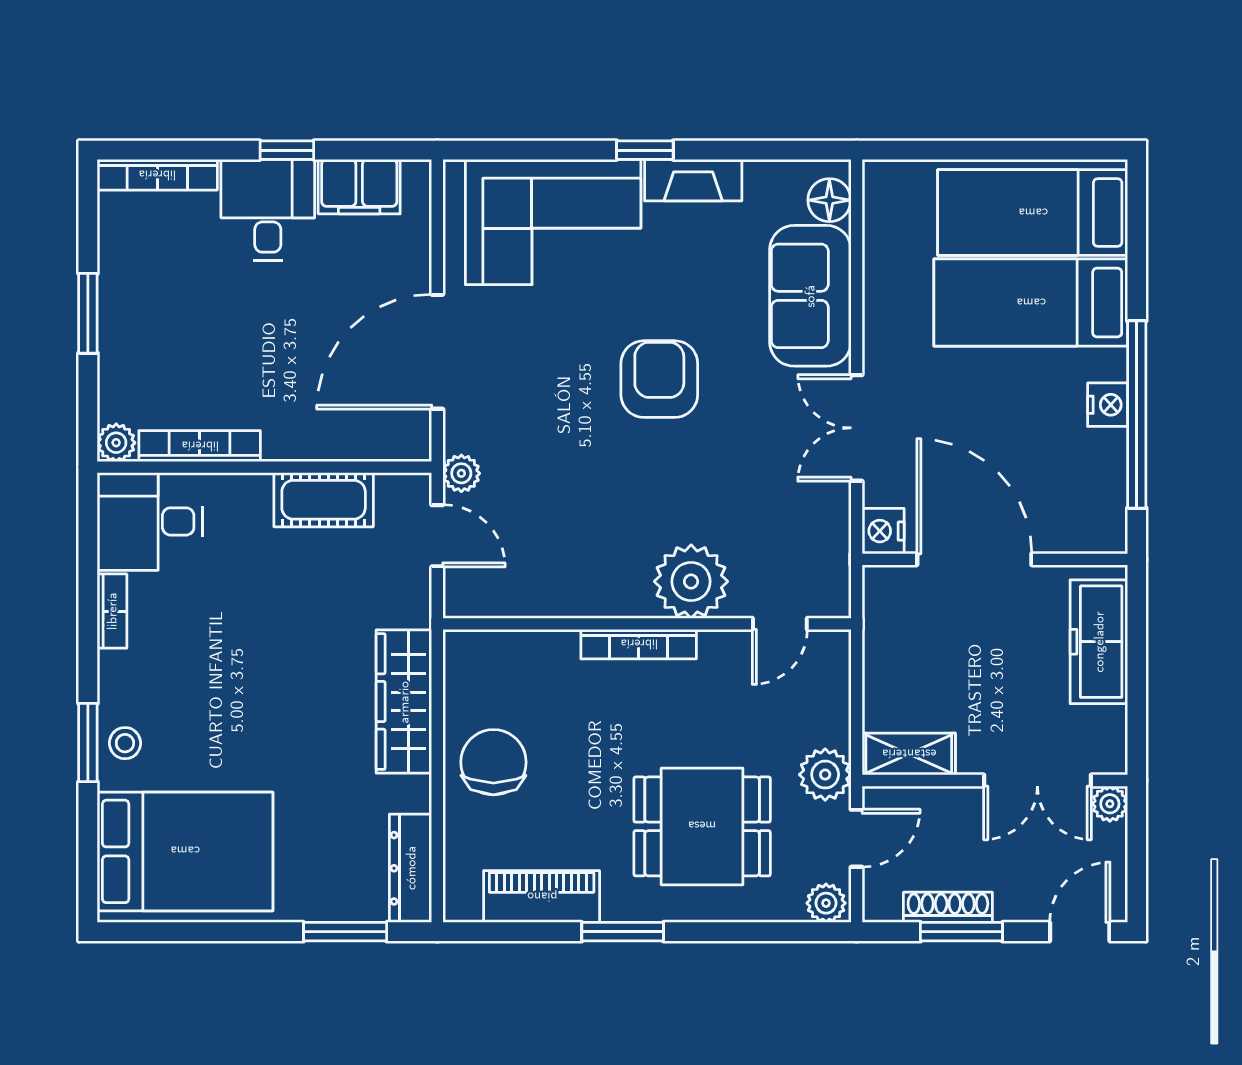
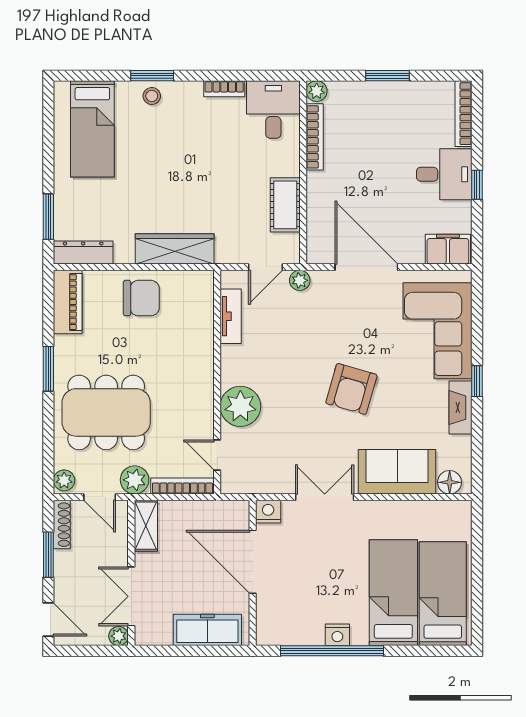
filing cabinet: (359, 187) -> (448, 249), moved, turned 90
armchair: (659, 379) -> (351, 389), turned 106
door: (974, 559) -> (253, 562), swing flipped
tv unit: (527, 599) -> (231, 316), added
bookcase: (639, 644) -> (182, 486), moved, turned 90
dining table: (702, 826) -> (106, 412), width x1.38
bed: (185, 851) -> (92, 129), width x0.67
piano: (542, 897) -> (68, 302), moved
shoe rack: (948, 907) -> (62, 525), moved

